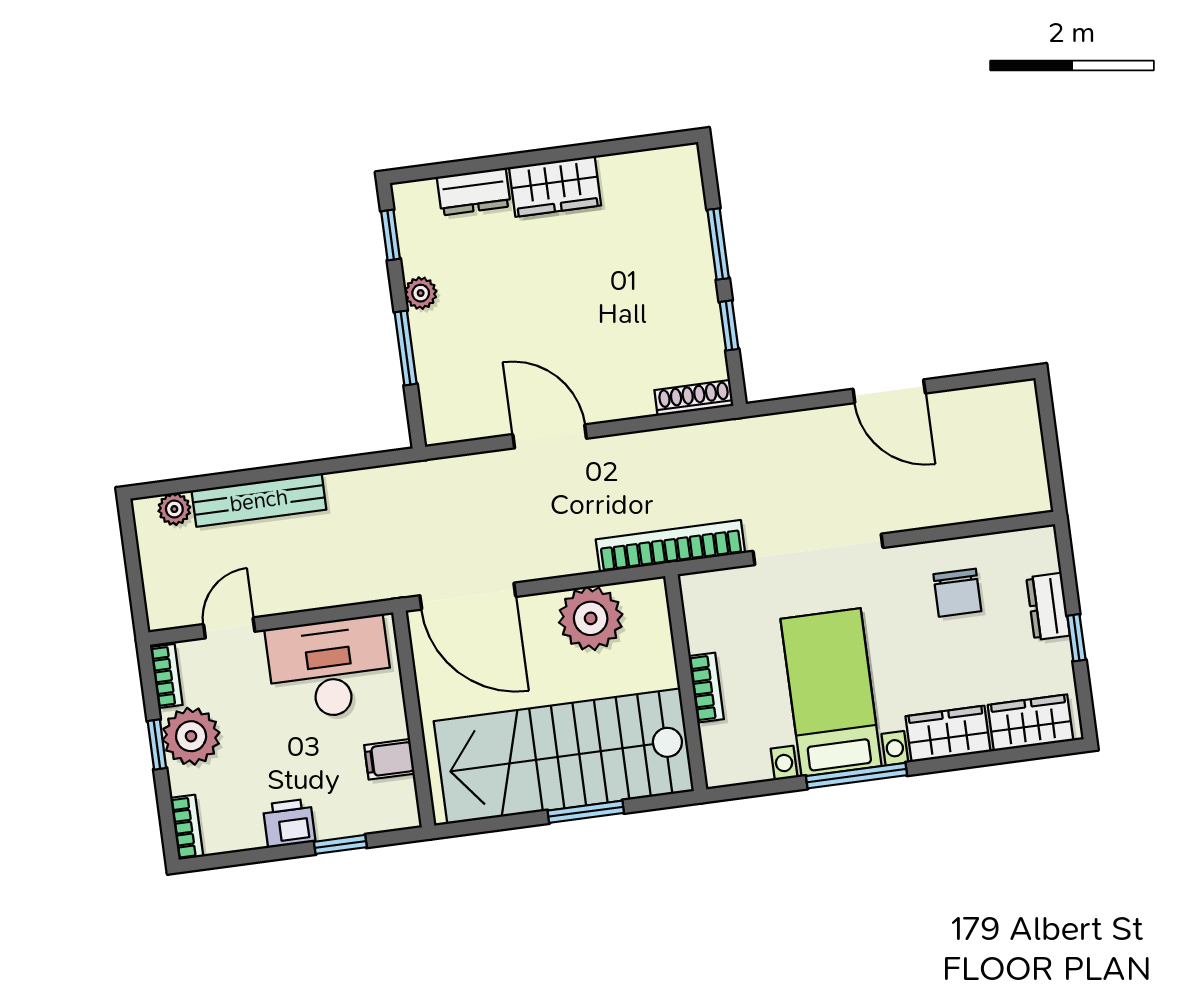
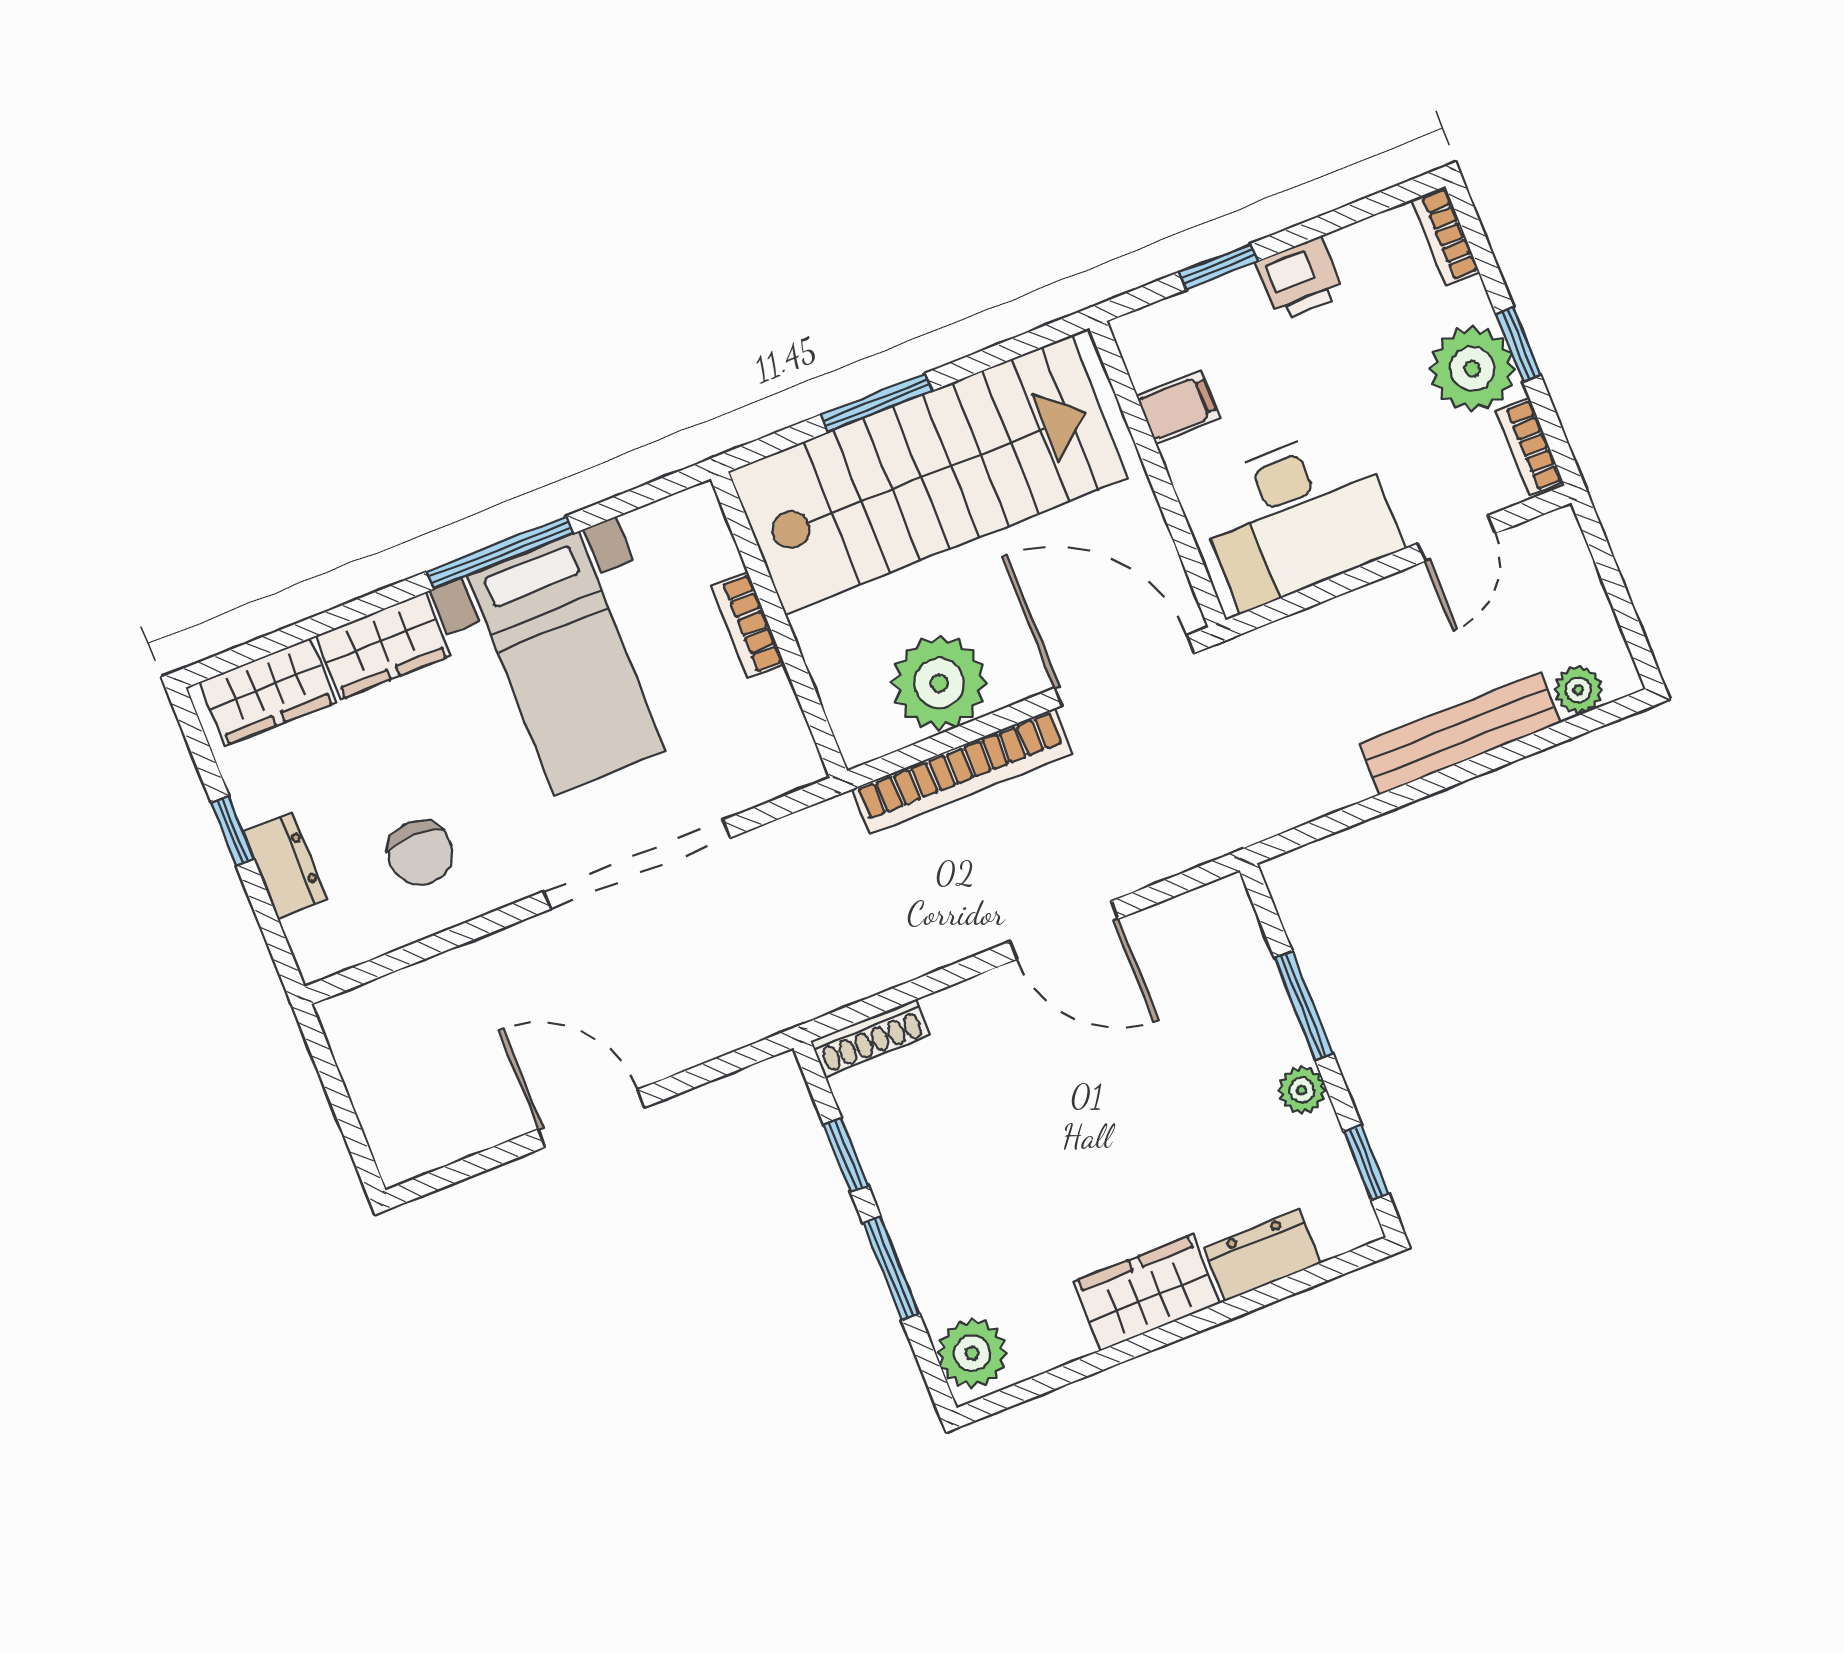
plant: (679, 175) -> (972, 1353), added
bookcase: (670, 546) -> (962, 772), moved
chair: (957, 593) -> (420, 853), turned 180

